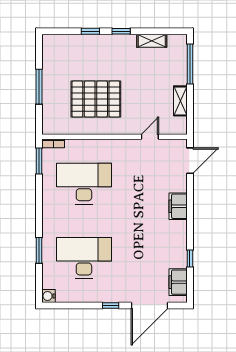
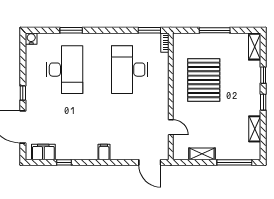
shelving: (58, 41) -> (255, 47), added
desk: (84, 184) -> (130, 70), turned 180
filing cabinet: (178, 206) -> (104, 152), width x0.50

